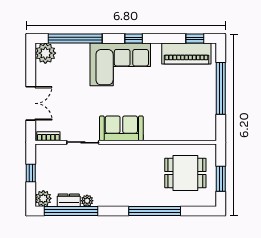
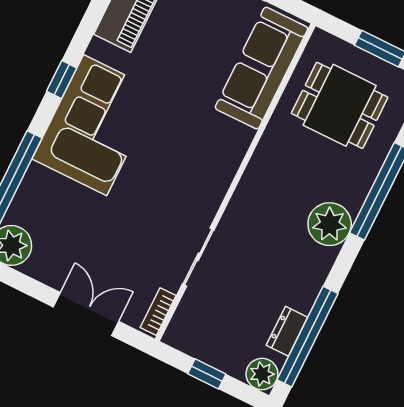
sofa: (121, 128) -> (261, 68), moved, width x1.36
dining table: (185, 173) -> (340, 105), turned 90
plant: (87, 201) -> (330, 224), moved, width x1.88, depth x1.88

